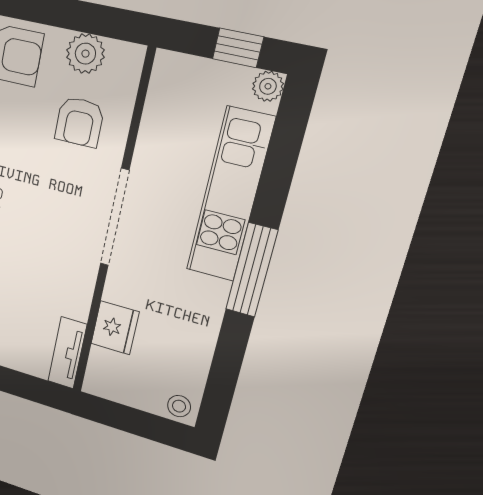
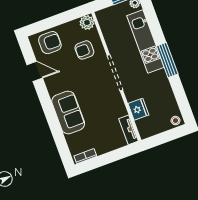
plant: (85, 54) -> (87, 23), moved
armchair: (79, 122) -> (84, 50), turned 90

